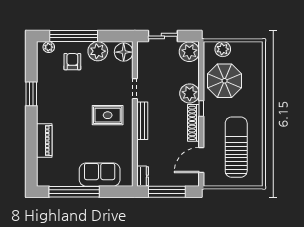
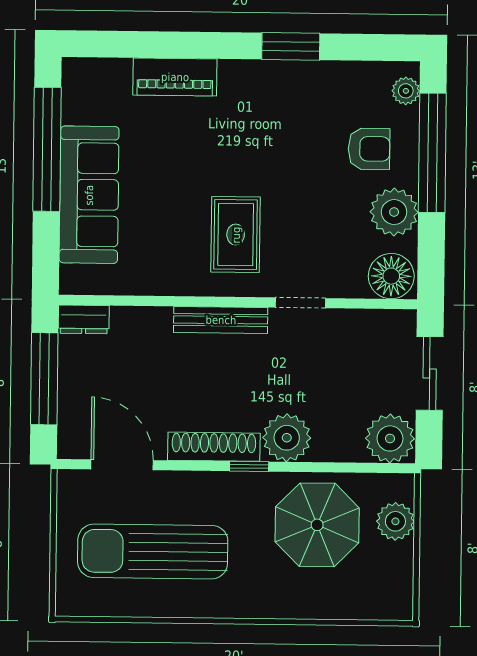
sun lounger: (236, 147) -> (153, 551), turned 180
sofa: (100, 175) -> (89, 195), width x1.36

